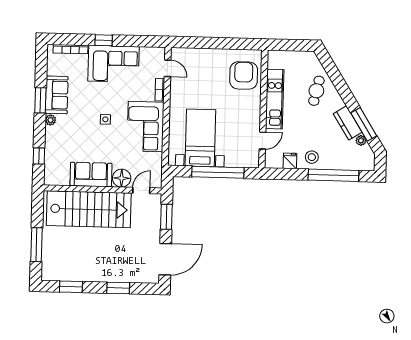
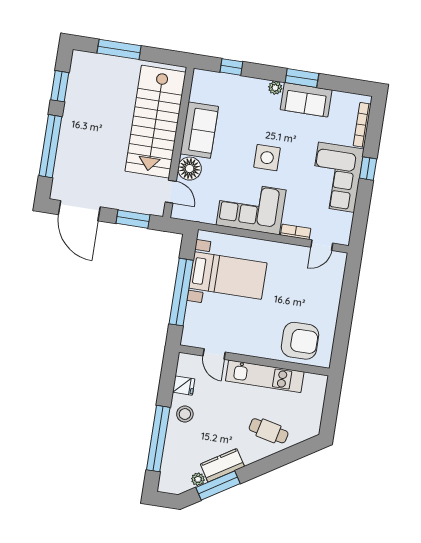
side table: (105, 119) -> (267, 158), width x1.87, depth x1.87
window: (118, 288) -> (50, 146), width x2.11

